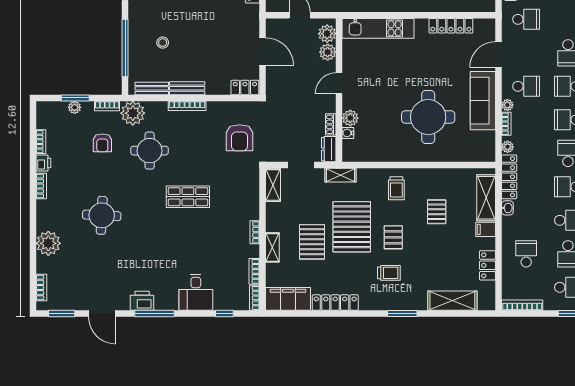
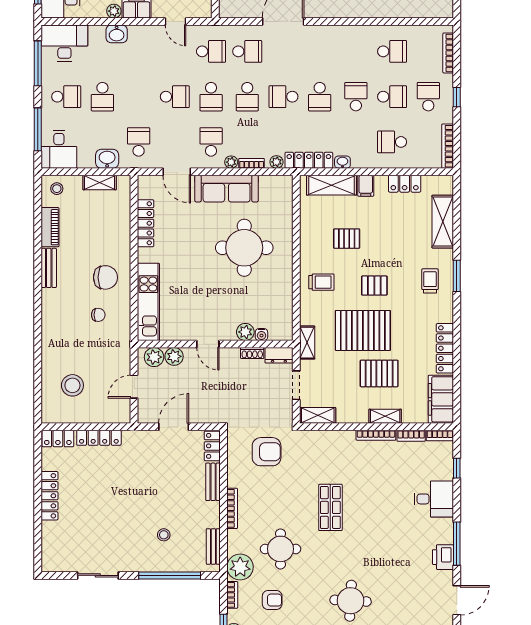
bench: (187, 88) -> (213, 482), moved
bookcase: (255, 232) -> (376, 435), width x1.56
trolley: (389, 273) -> (430, 281), moved

